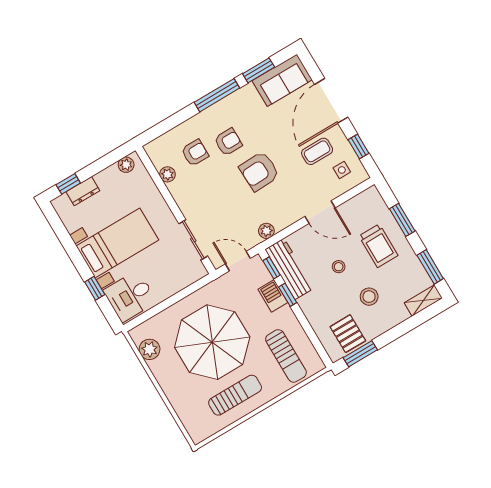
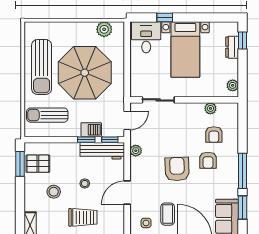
trolley: (378, 246) -> (83, 217), turned 180
sun lounger: (235, 395) -> (42, 67), width x1.36, depth x1.34

